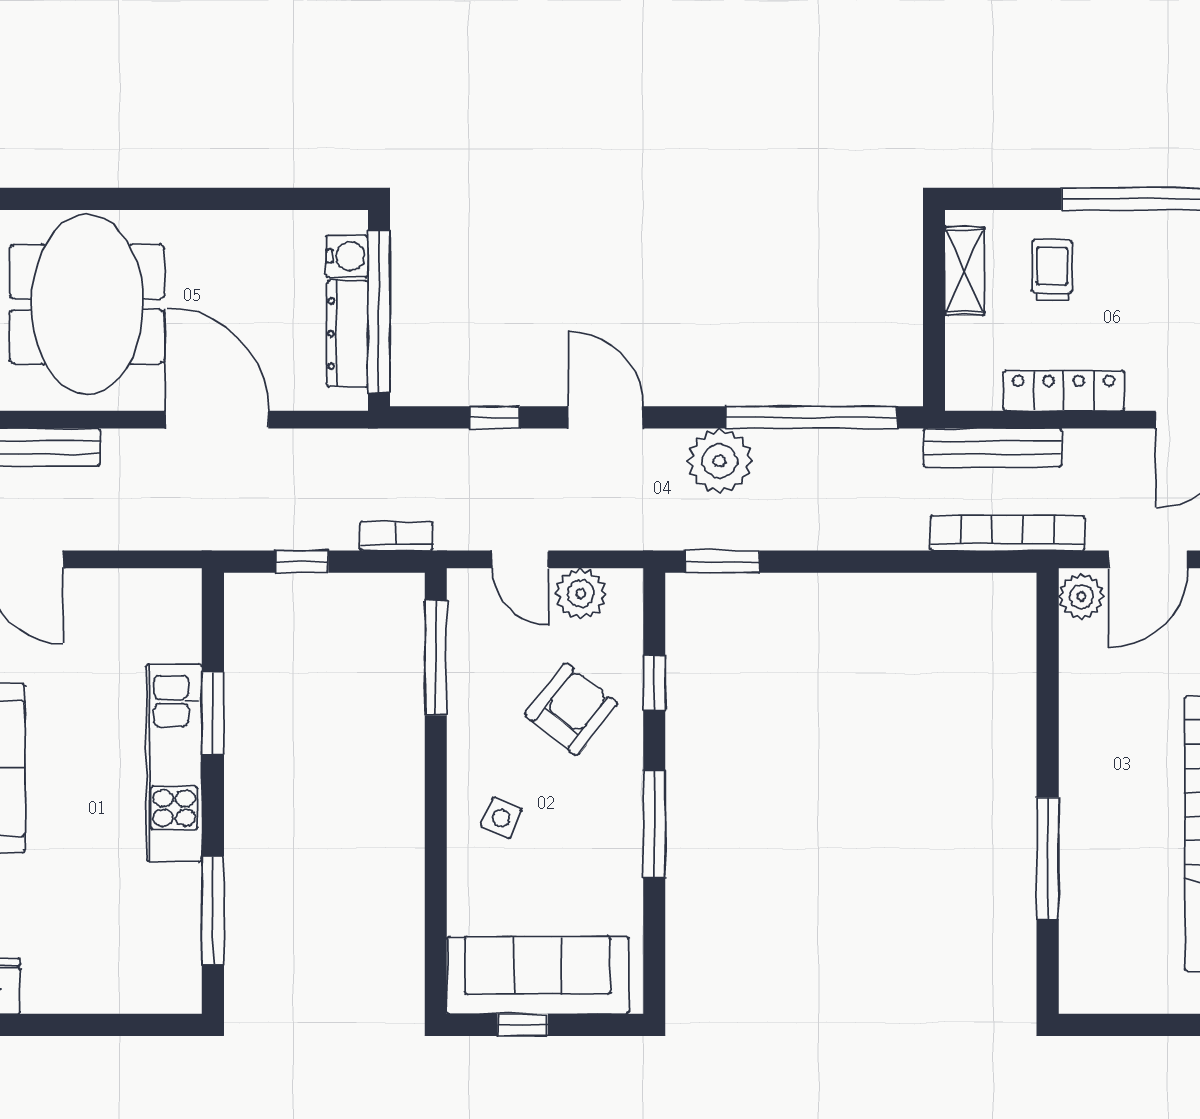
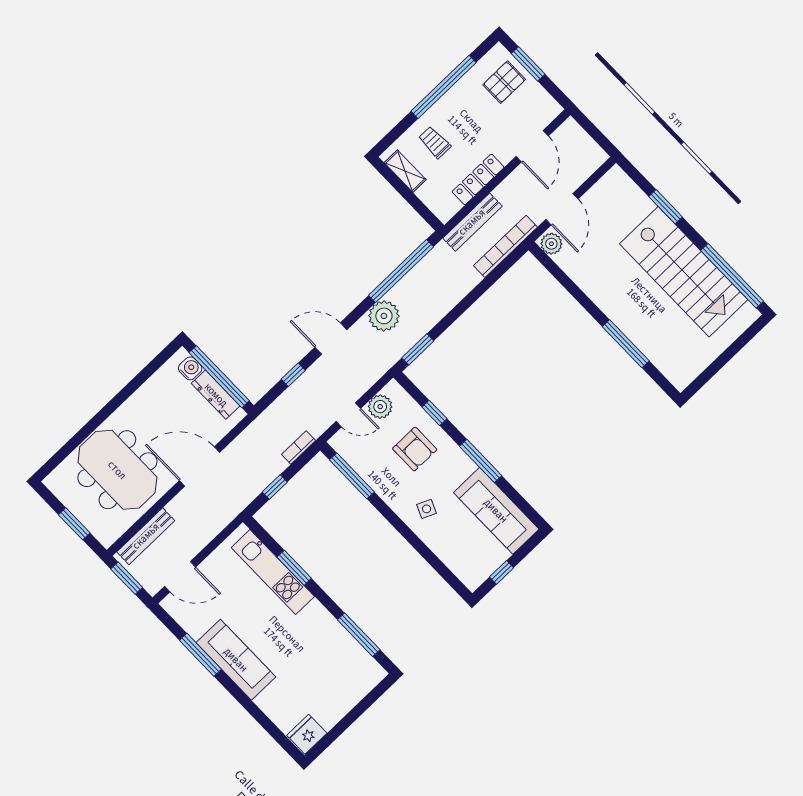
armchair: (571, 709) -> (415, 449), turned 142
kitchen unit: (174, 763) -> (273, 572), moved
sofa: (538, 975) -> (496, 511), moved, turned -90

